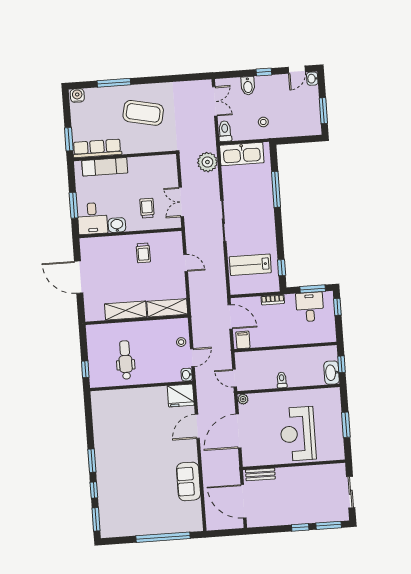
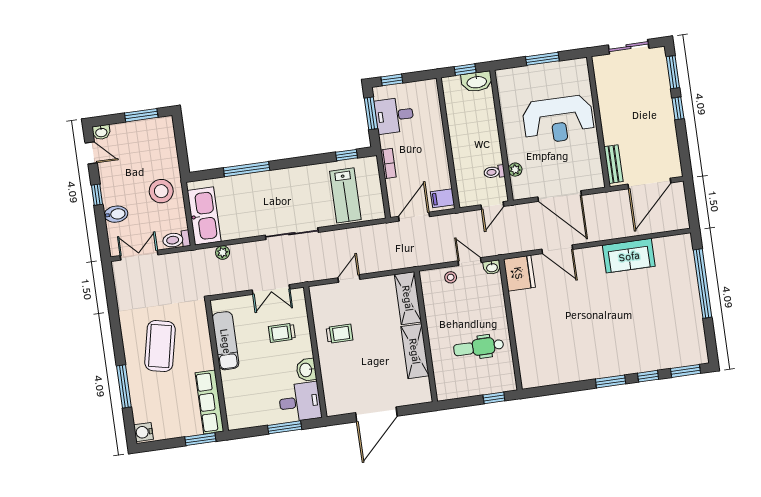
stool: (263, 122) -> (161, 191), width x1.89, depth x1.89
plant: (207, 162) -> (223, 253), width x0.53, depth x0.53
exam couch: (105, 167) -> (226, 341), moved
toilet: (282, 380) -> (494, 172), moved
plant: (243, 399) -> (515, 170), moved

